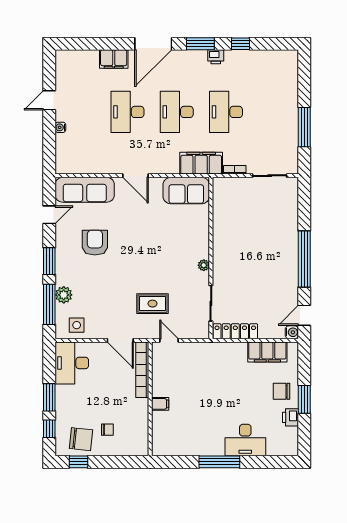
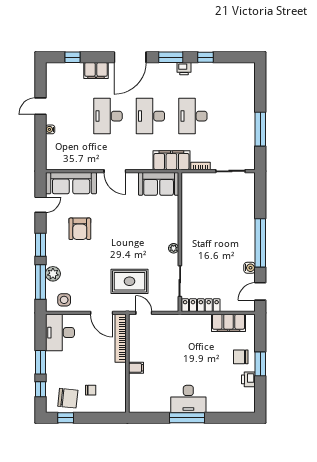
window: (86, 44) -> (72, 57), added
armchair: (95, 243) -> (80, 229), turned 180
rug: (152, 304) -> (129, 281), width x1.36, depth x1.43
water cooler: (292, 332) -> (250, 268), moved
desk: (245, 440) -> (188, 399), moved

